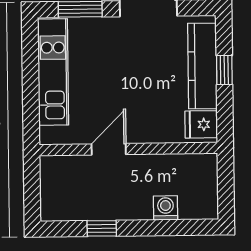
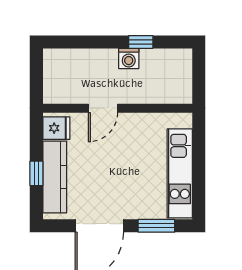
door: (109, 149) -> (103, 108), moved
washing machine: (165, 208) -> (129, 58), moved

